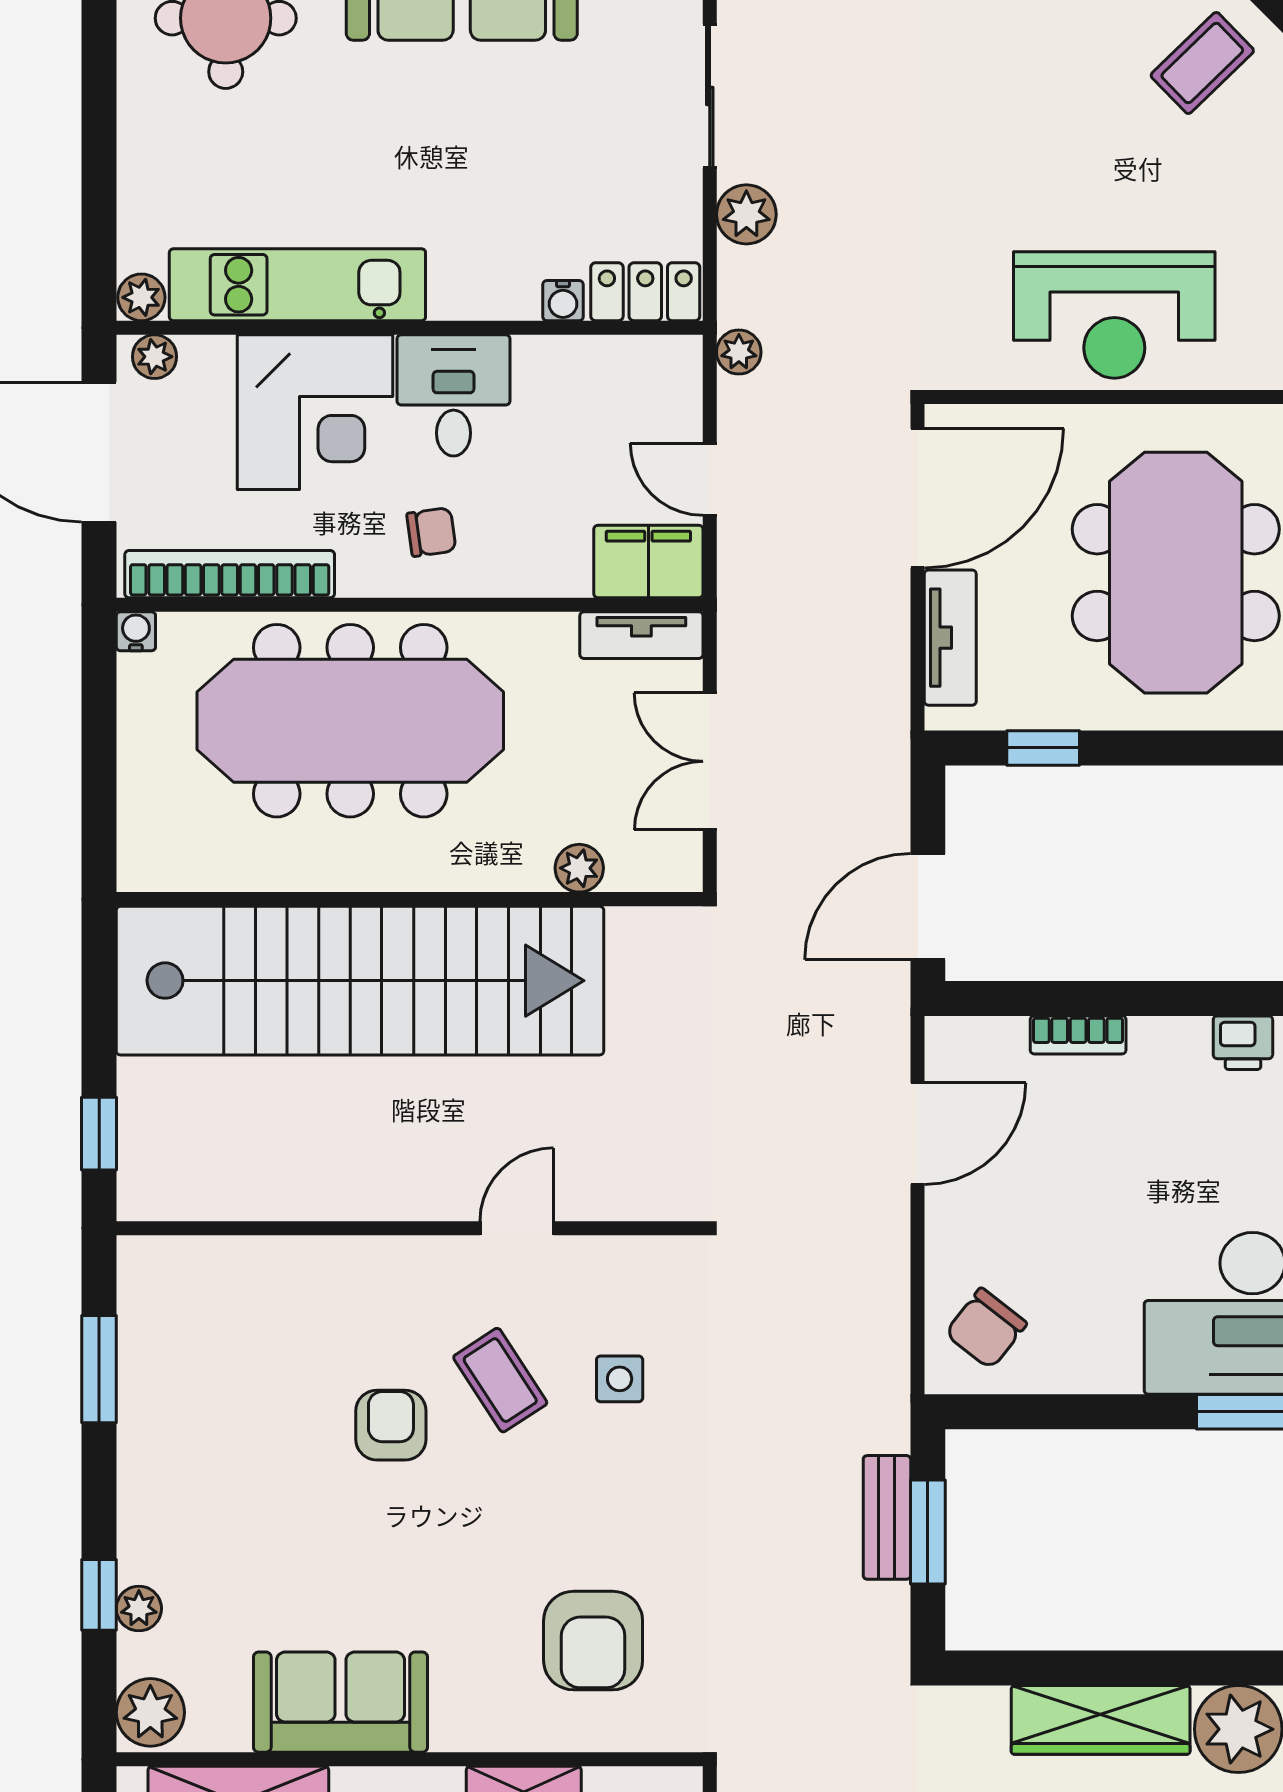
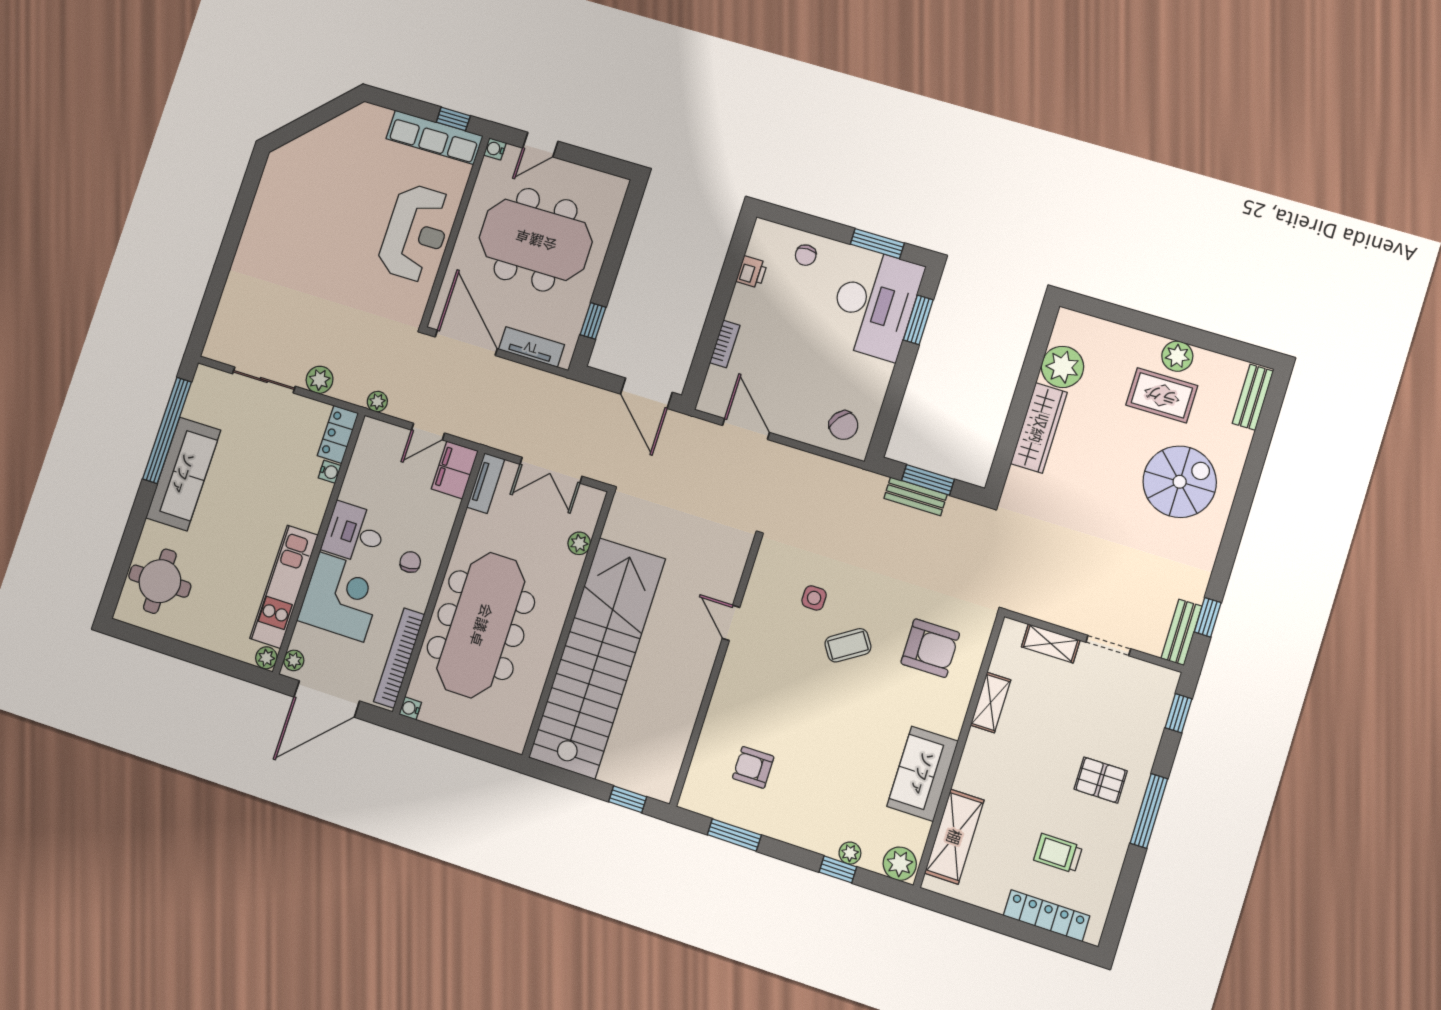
coffee table: (1202, 63) -> (321, 163), removed
coffee table: (500, 1380) -> (848, 645), moved
armchair: (391, 1425) -> (753, 767), moved

